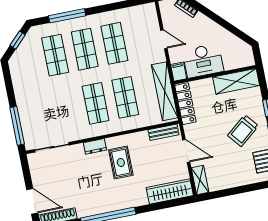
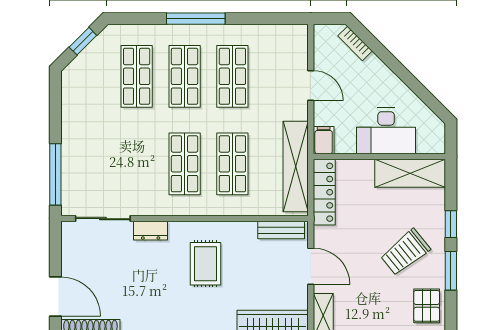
window: (67, 16) -> (196, 19), moved
desk: (203, 61) -> (386, 131), moved
dresser: (95, 146) -> (151, 231), moved

